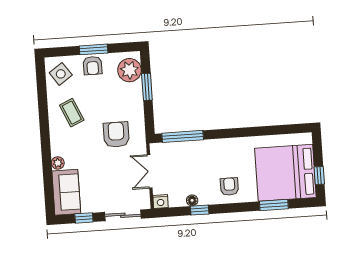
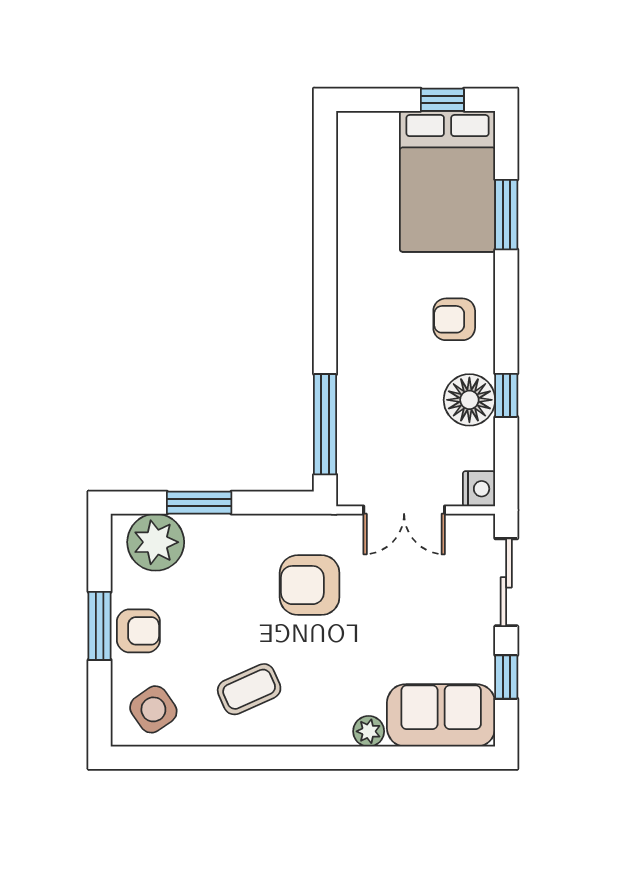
bed: (285, 173) -> (448, 181), width x0.73
floor lamp: (192, 200) -> (469, 400), width x1.89, depth x1.89

